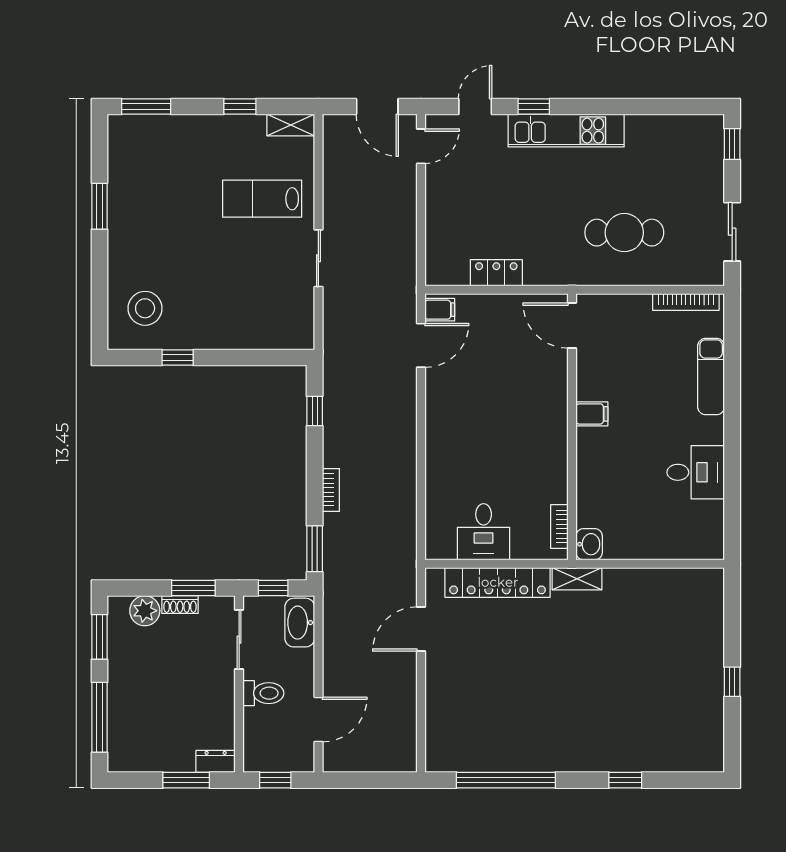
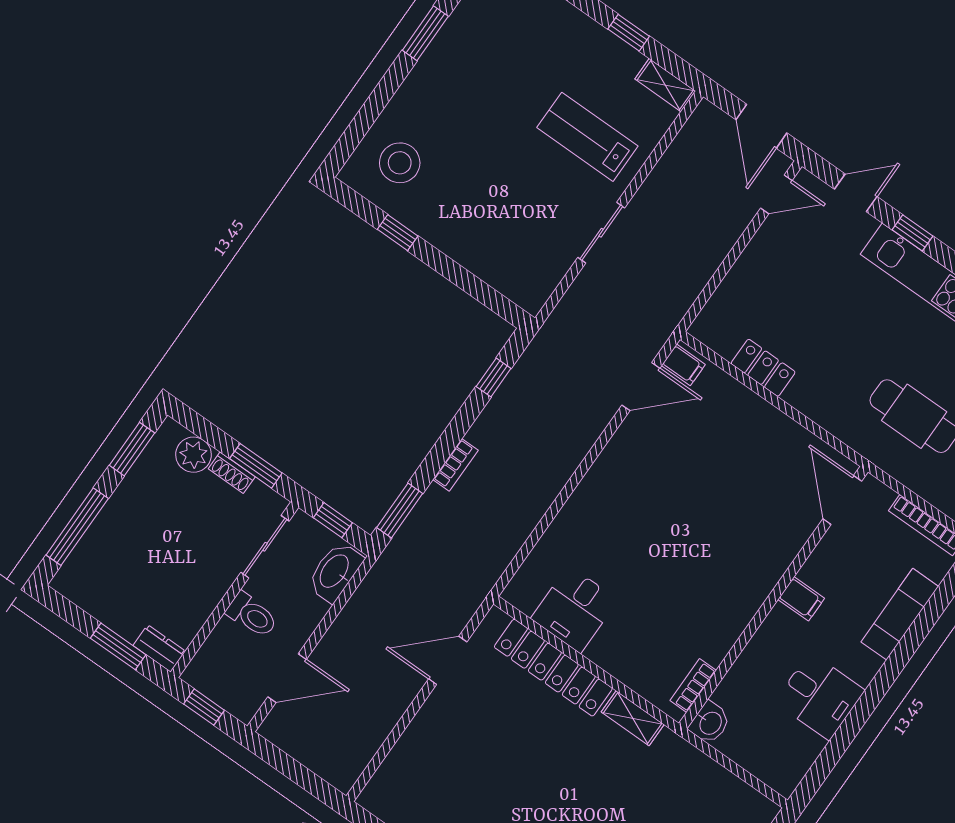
door: (572, 326) -> (842, 500), moved
filing cabinet: (592, 414) -> (801, 599), moved
wall: (572, 427) -> (773, 598), moved
bookcase: (559, 527) -> (693, 686), moved
washbasin: (589, 544) -> (710, 723), moved

